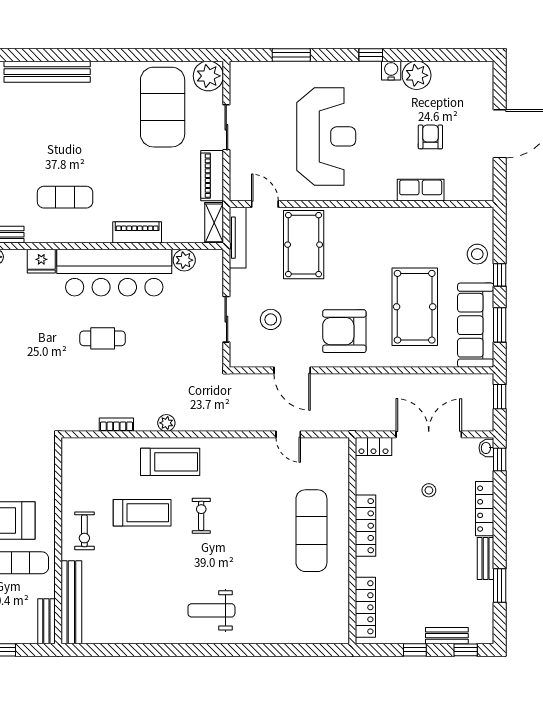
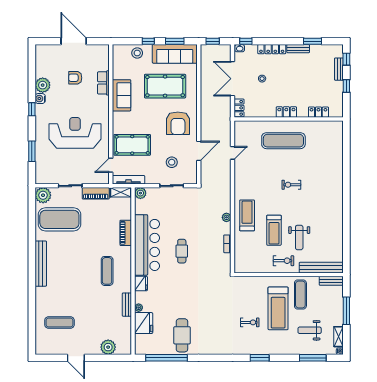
bench: (47, 72) -> (41, 264), moved
sofa: (397, 224) -> (122, 95), added
plant: (184, 260) -> (140, 193), moved
treadmill: (142, 513) -> (274, 230), turned 180
exercise bike: (201, 516) -> (291, 185), moved
locker: (366, 526) -> (286, 112), width x0.66
locker: (365, 607) -> (318, 112), width x0.66
weight bench: (211, 610) -> (299, 237), moved

